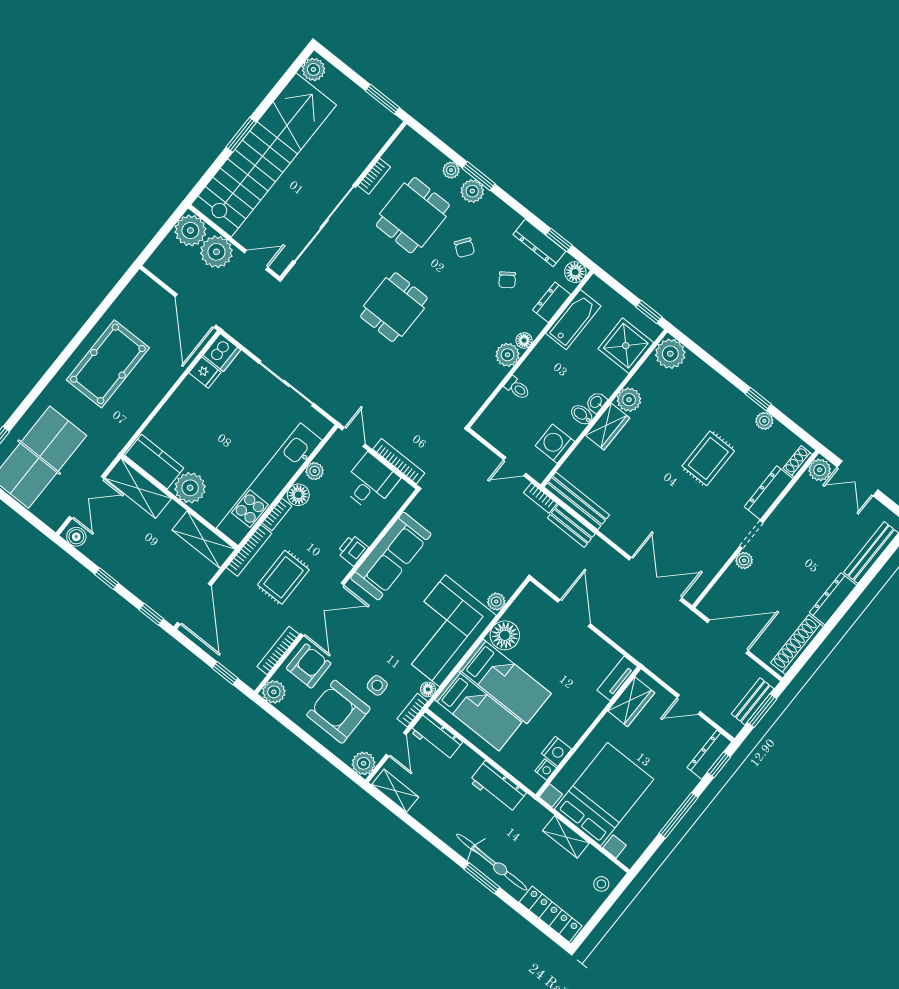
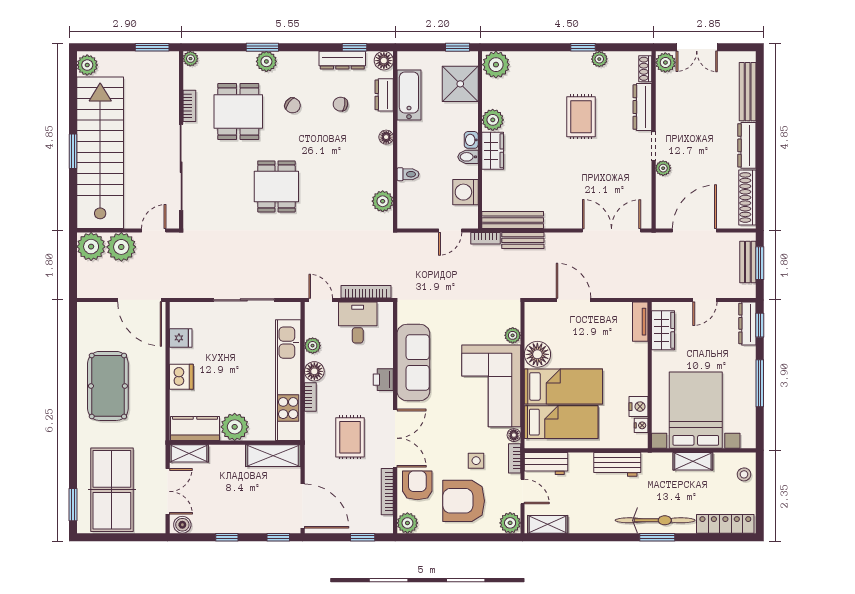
plant: (451, 170) -> (190, 59), moved
chair: (507, 280) -> (340, 104), turned 135
dishwasher: (222, 353) -> (181, 377), moved
plant: (508, 355) -> (383, 201), moved
shelving: (138, 488) -> (189, 453), width x0.67, depth x0.75
bookcase: (249, 550) -> (311, 438), removed

